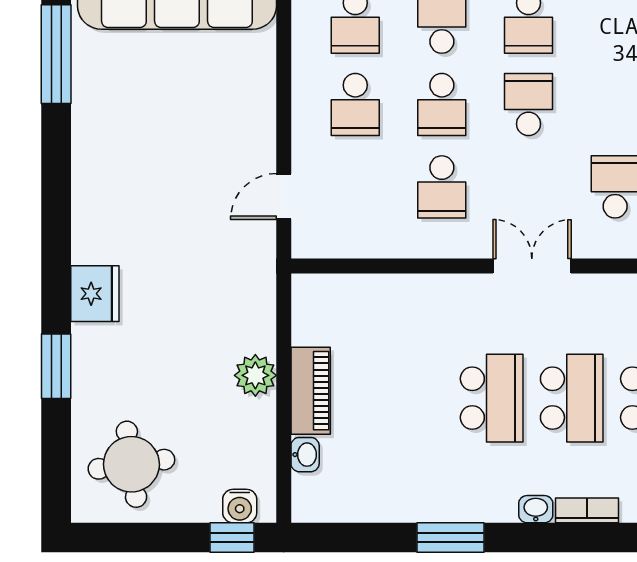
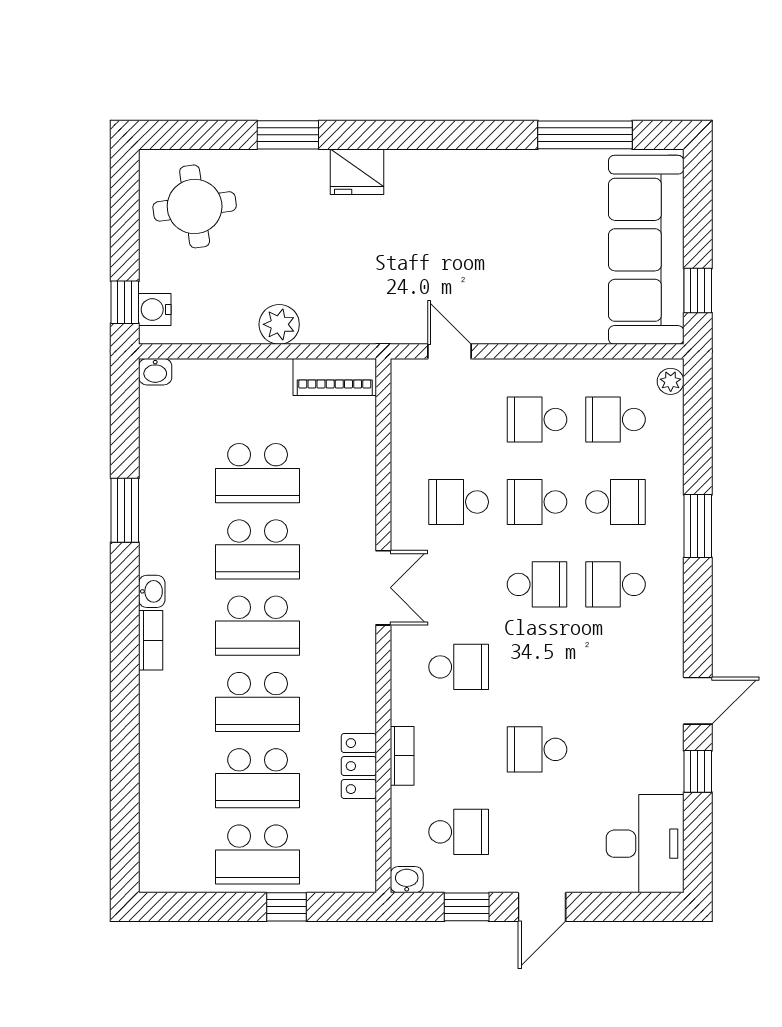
piano: (311, 391) -> (335, 377), moved
school desk: (412, 398) -> (258, 473), added
washbasin: (305, 455) -> (155, 372), moved

